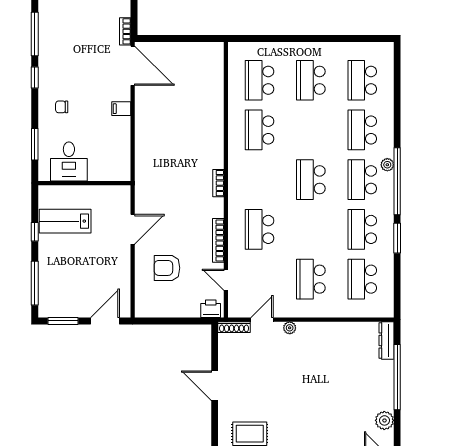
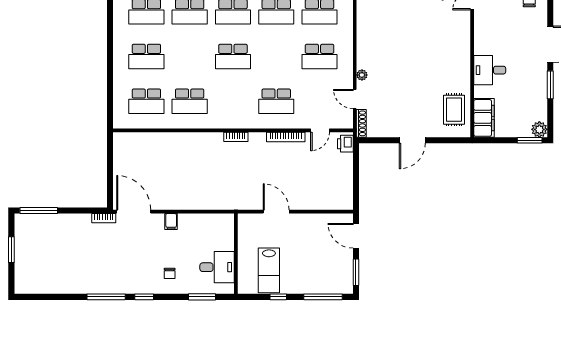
door: (133, 66) -> (134, 212), hinge flipped
armchair: (167, 268) -> (310, 182), removed

